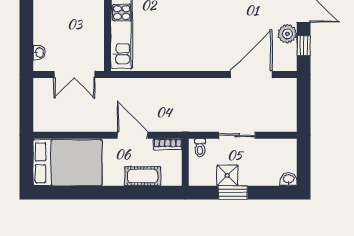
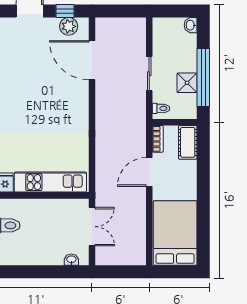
plant: (287, 34) -> (69, 26), moved
cot: (143, 176) -> (188, 142), moved
window: (233, 193) -> (203, 78), width x2.11

